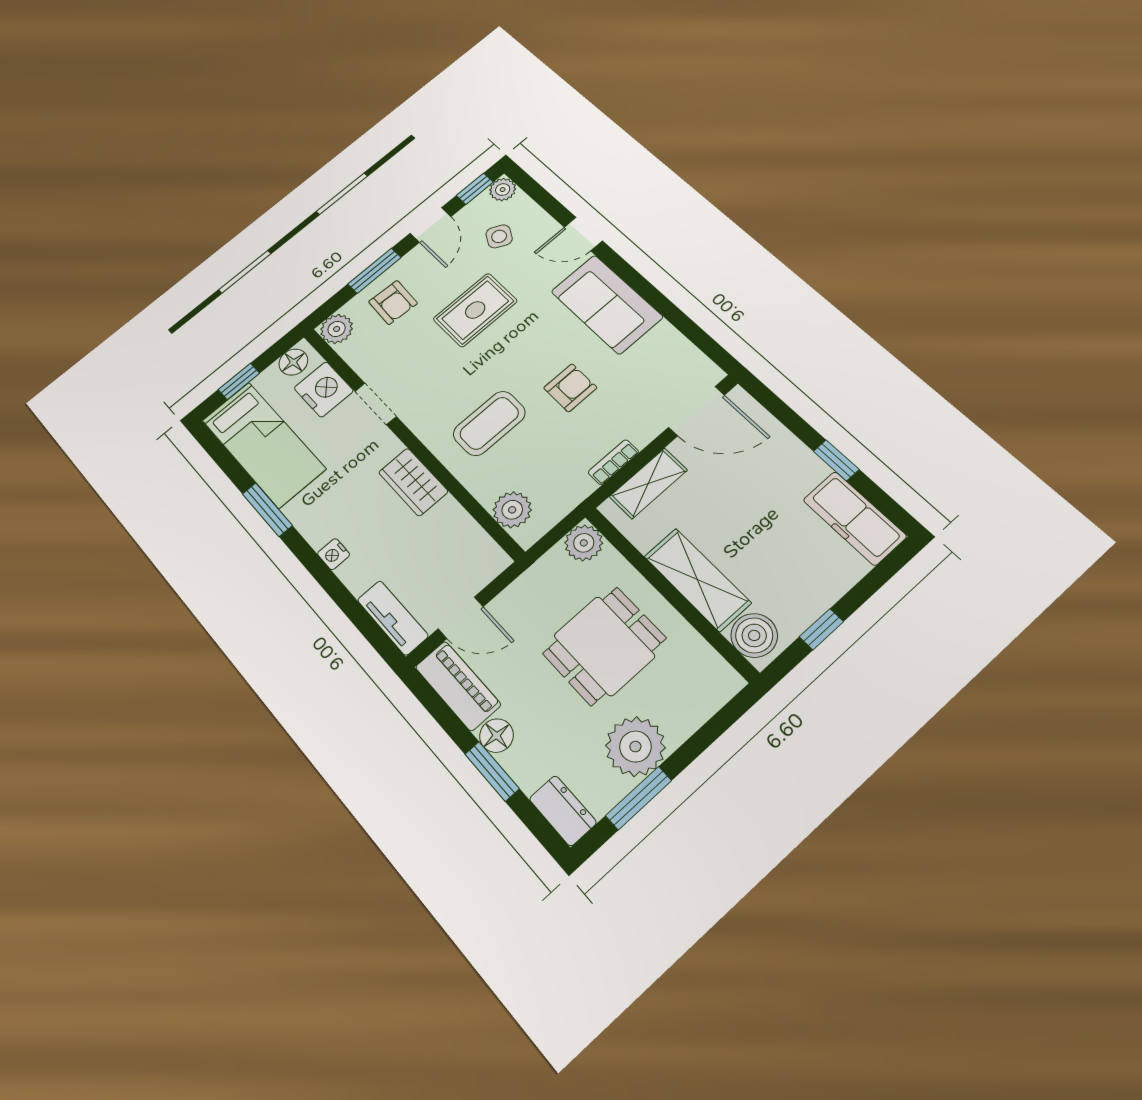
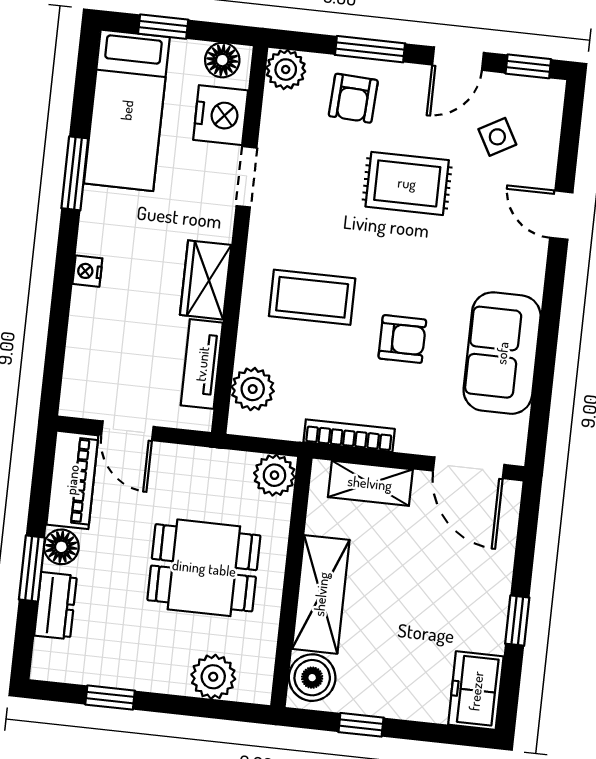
plant: (503, 190) -> (548, 95), removed
side table: (499, 236) -> (497, 137), turned 33
sofa: (607, 304) -> (502, 353), moved
bookcase: (613, 462) -> (349, 436), width x1.56
freezer: (855, 518) -> (476, 691), width x0.71
tv unit: (393, 618) -> (202, 364), moved, turned 180
plant: (635, 747) -> (213, 677), moved, width x0.73, depth x0.73
window: (639, 798) -> (110, 698), width x0.67
dresser: (563, 811) -> (56, 606), moved

